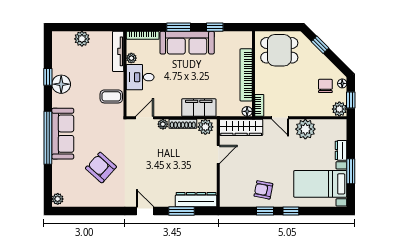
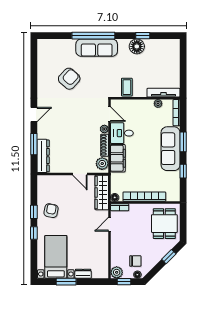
plant: (82, 39) -> (174, 63), removed
desk: (140, 77) -> (122, 133), moved, turned -90
plant: (305, 129) -> (100, 245), removed
plant: (58, 199) -> (44, 44), removed

